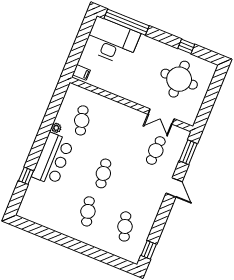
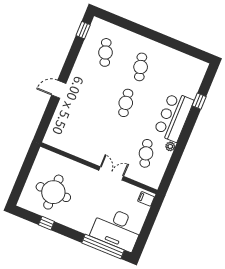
double door: (161, 117) -> (111, 173), moved
cafe table: (156, 151) -> (76, 124), removed
window: (188, 152) -> (45, 123), removed
door: (174, 187) -> (59, 89), hinge flipped

